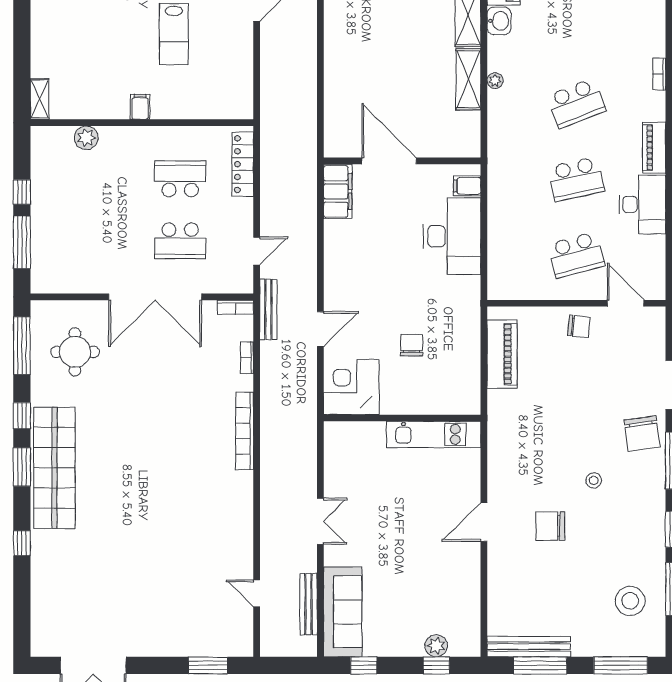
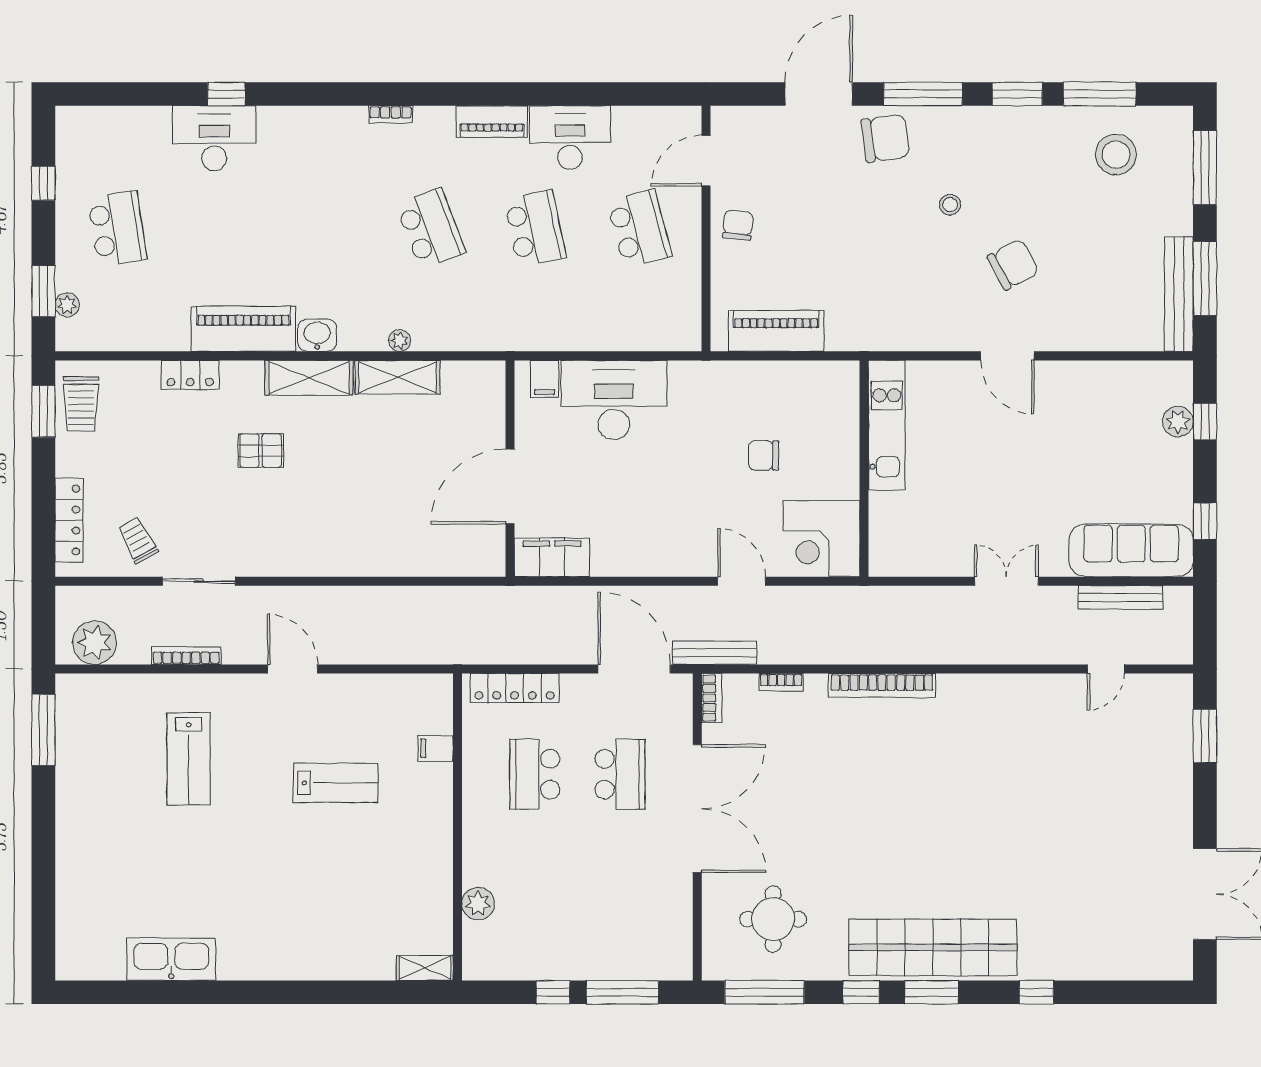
filing cabinet: (140, 107) -> (436, 748), moved
door: (257, 251) -> (634, 669), width x1.87
chair: (550, 526) -> (1013, 265), turned -118

